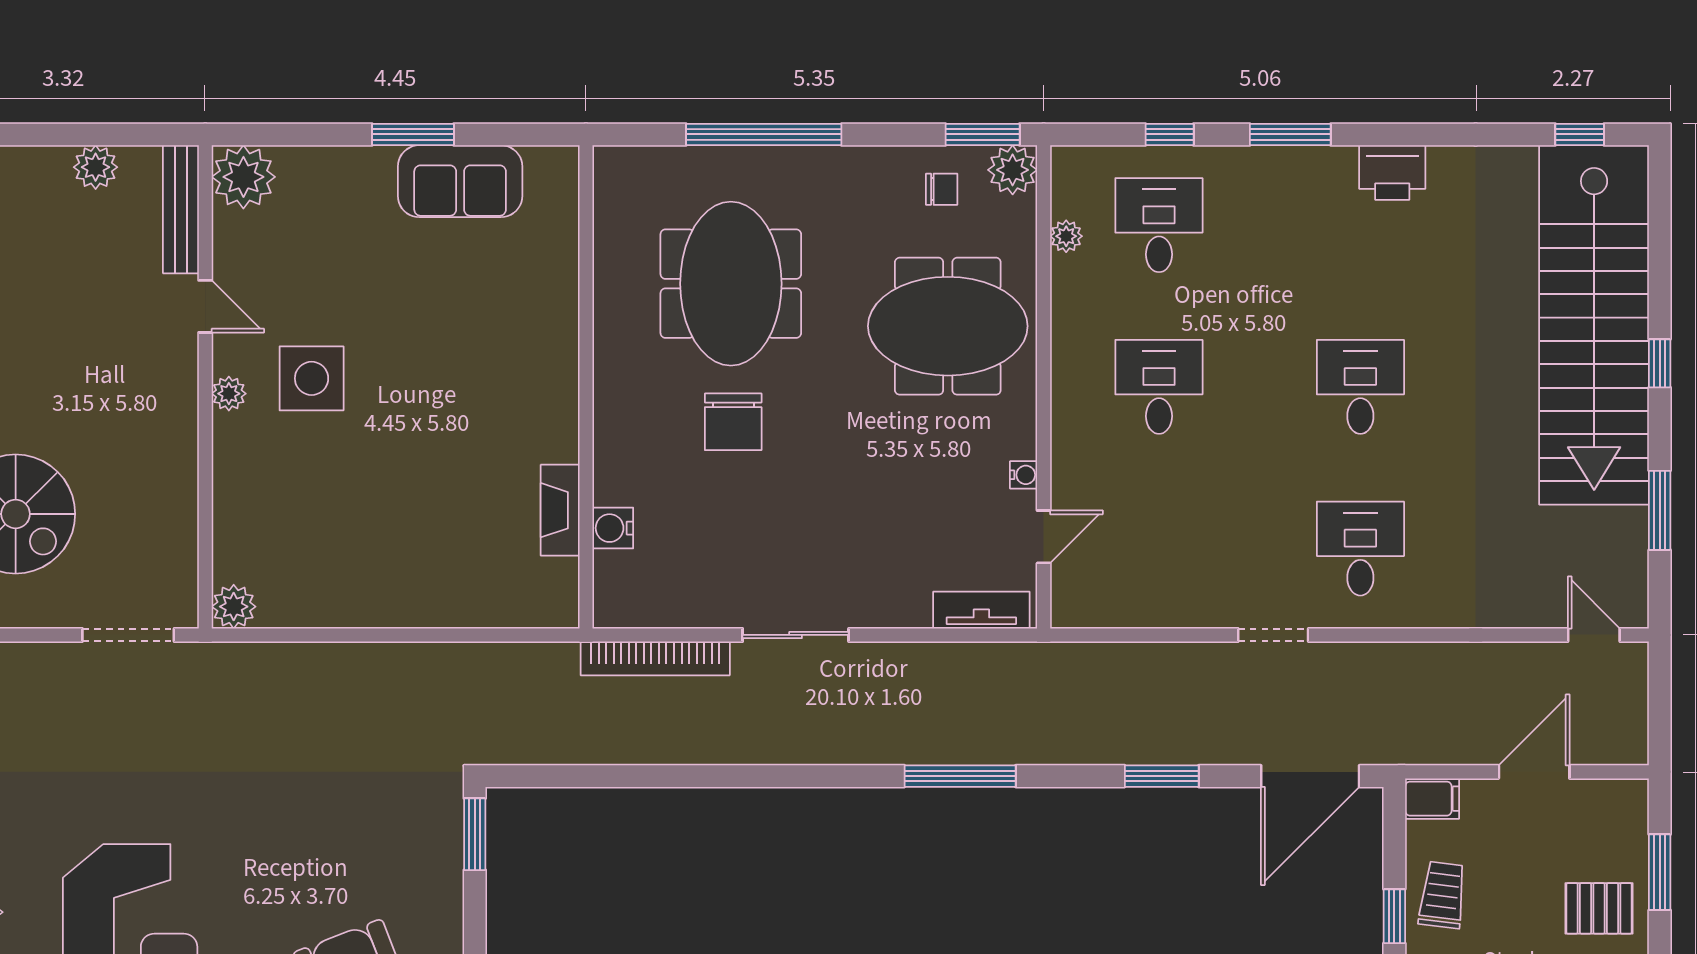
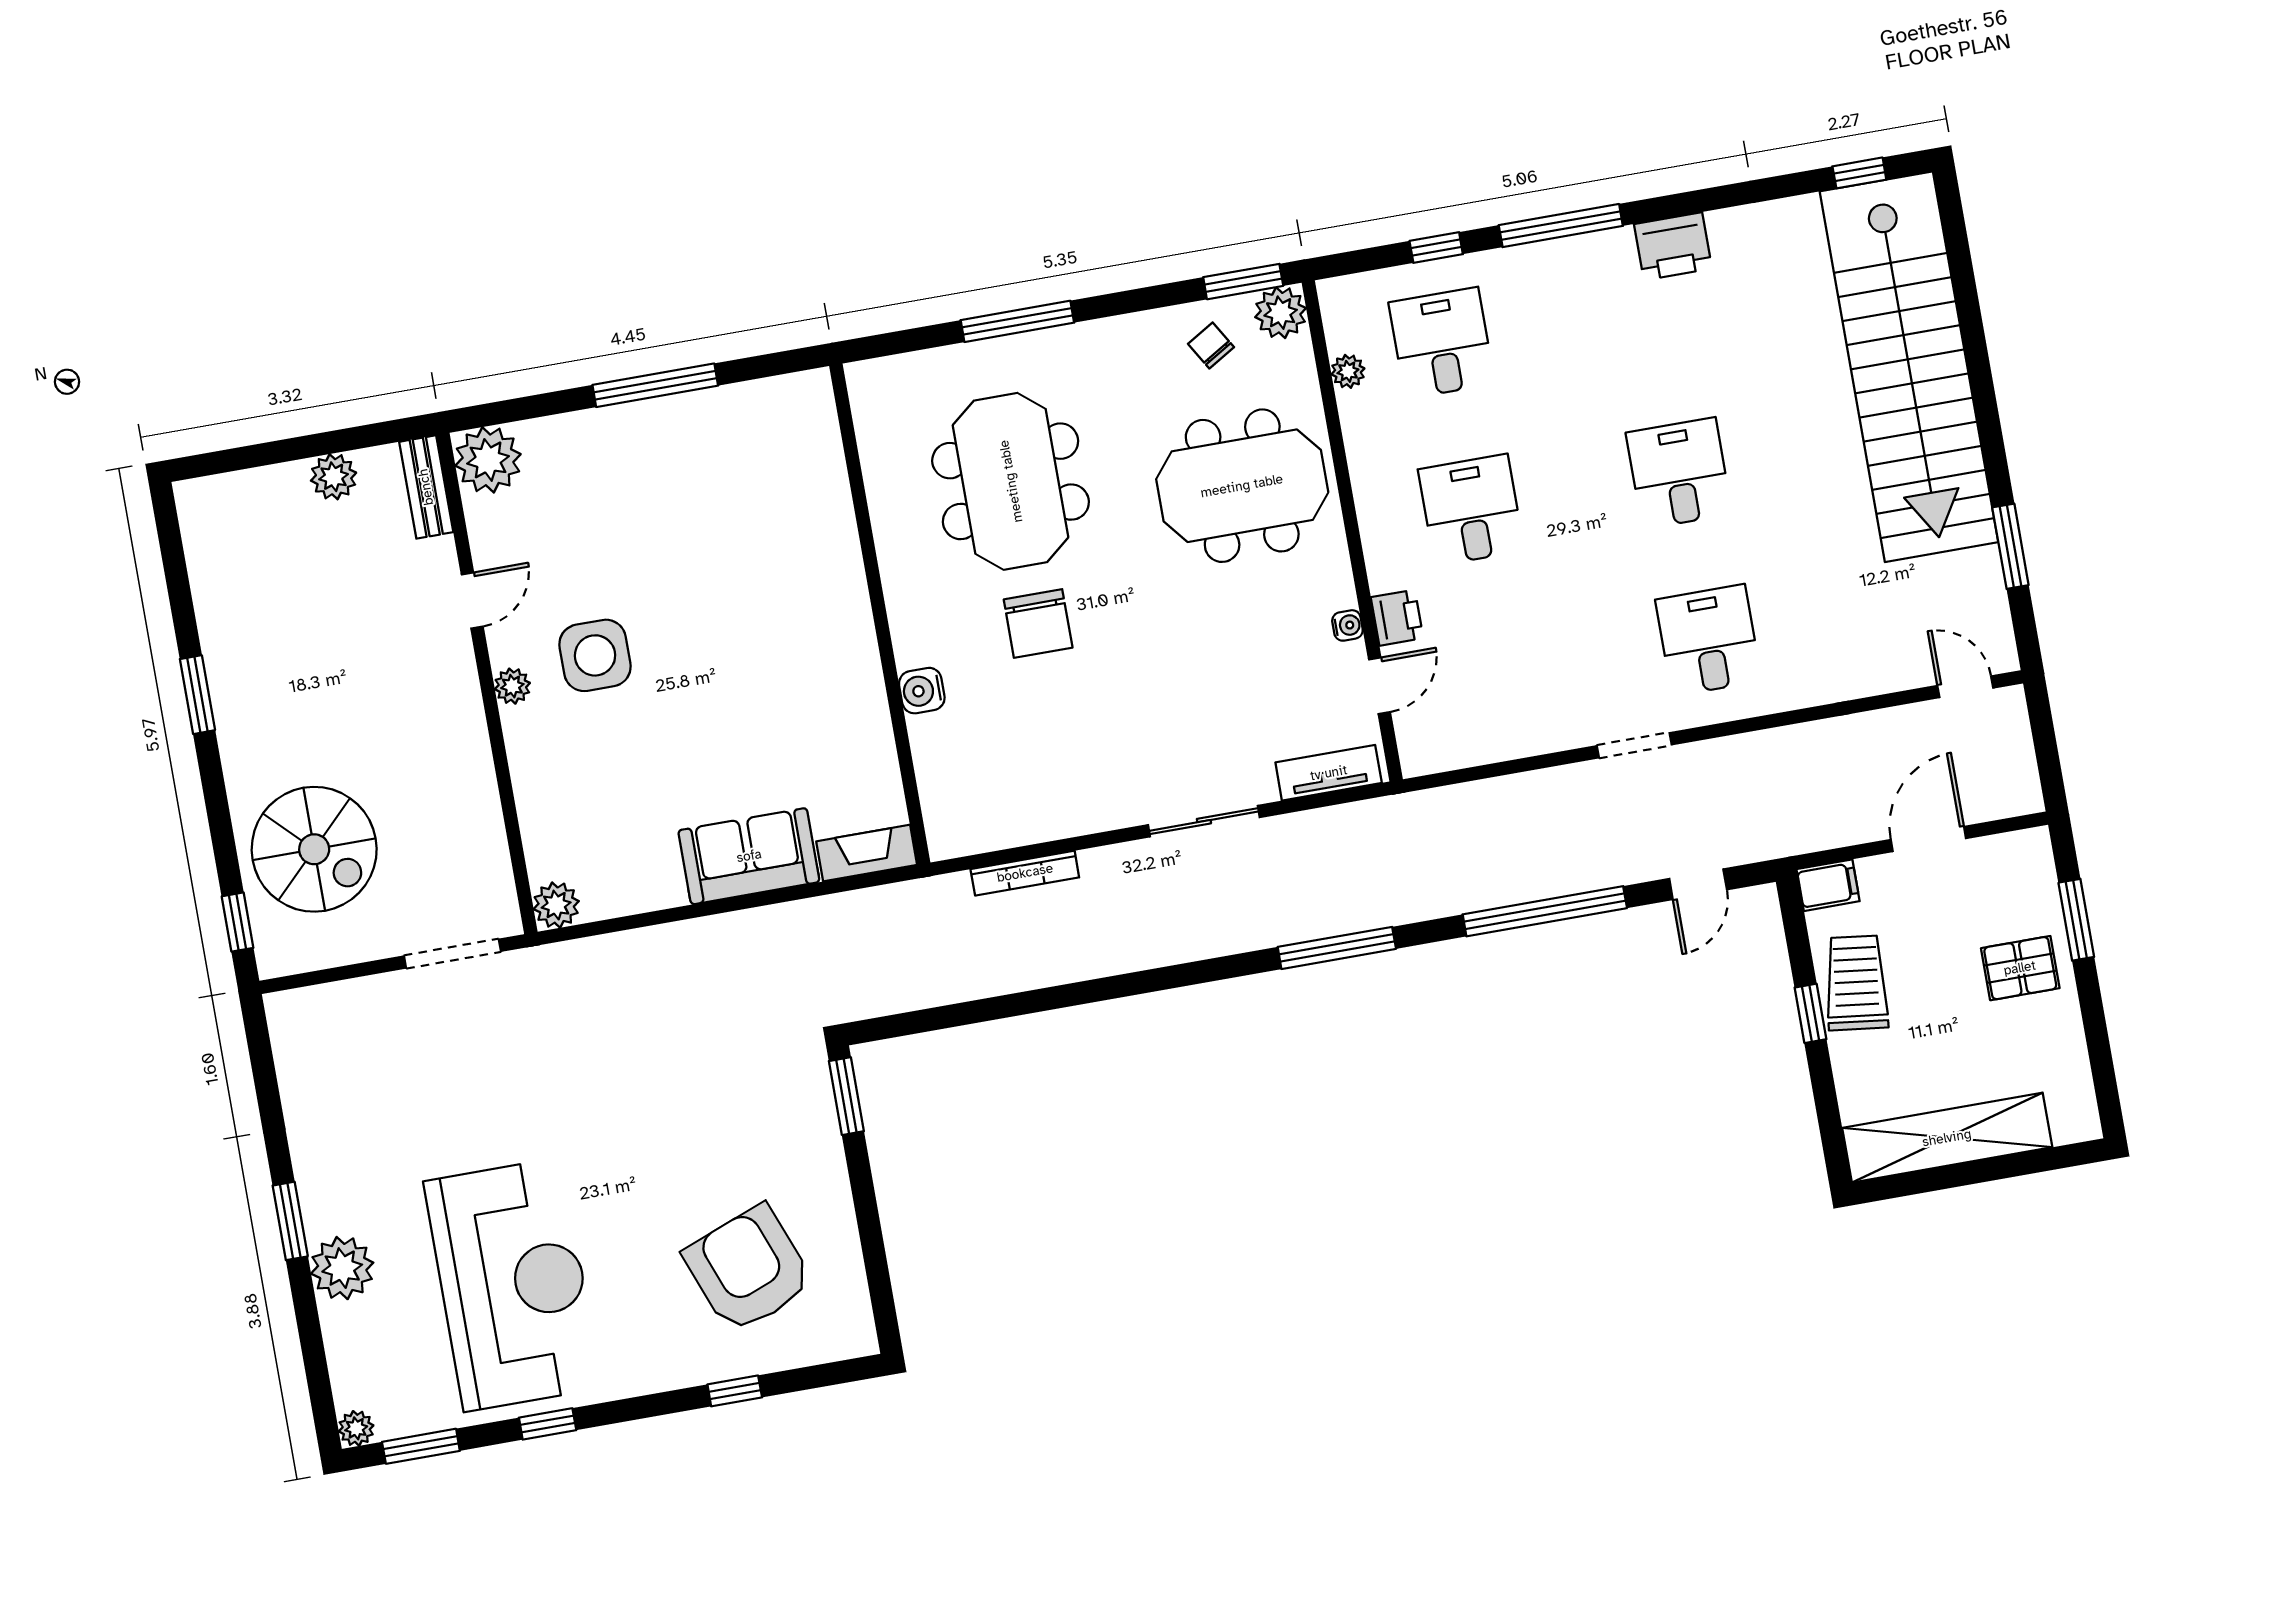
window: (413, 134) -> (655, 385), width x1.44
window: (764, 134) -> (1017, 321), width x0.68
window: (1290, 134) -> (1561, 226), width x1.44
sofa: (460, 181) -> (749, 856), moved, turned 180
chair: (942, 189) -> (1211, 345), turned -121
bench: (181, 209) -> (426, 487), width x0.73
door: (205, 306) -> (472, 600), hinge flipped
window: (1660, 363) -> (1984, 395), removed
printer: (1071, 476) -> (1397, 618), added
fireplace: (560, 510) -> (867, 853), moved, turned 90
water cooler: (613, 528) -> (922, 691), moved
sliding door: (796, 635) -> (1204, 821), moved
bookcase: (655, 658) -> (1025, 873), width x0.68, depth x0.76
window: (1162, 776) -> (1545, 911), width x2.11
door: (1310, 776) -> (1698, 884), width x0.53
trolley: (1442, 895) -> (1856, 983), width x1.36, depth x1.39

